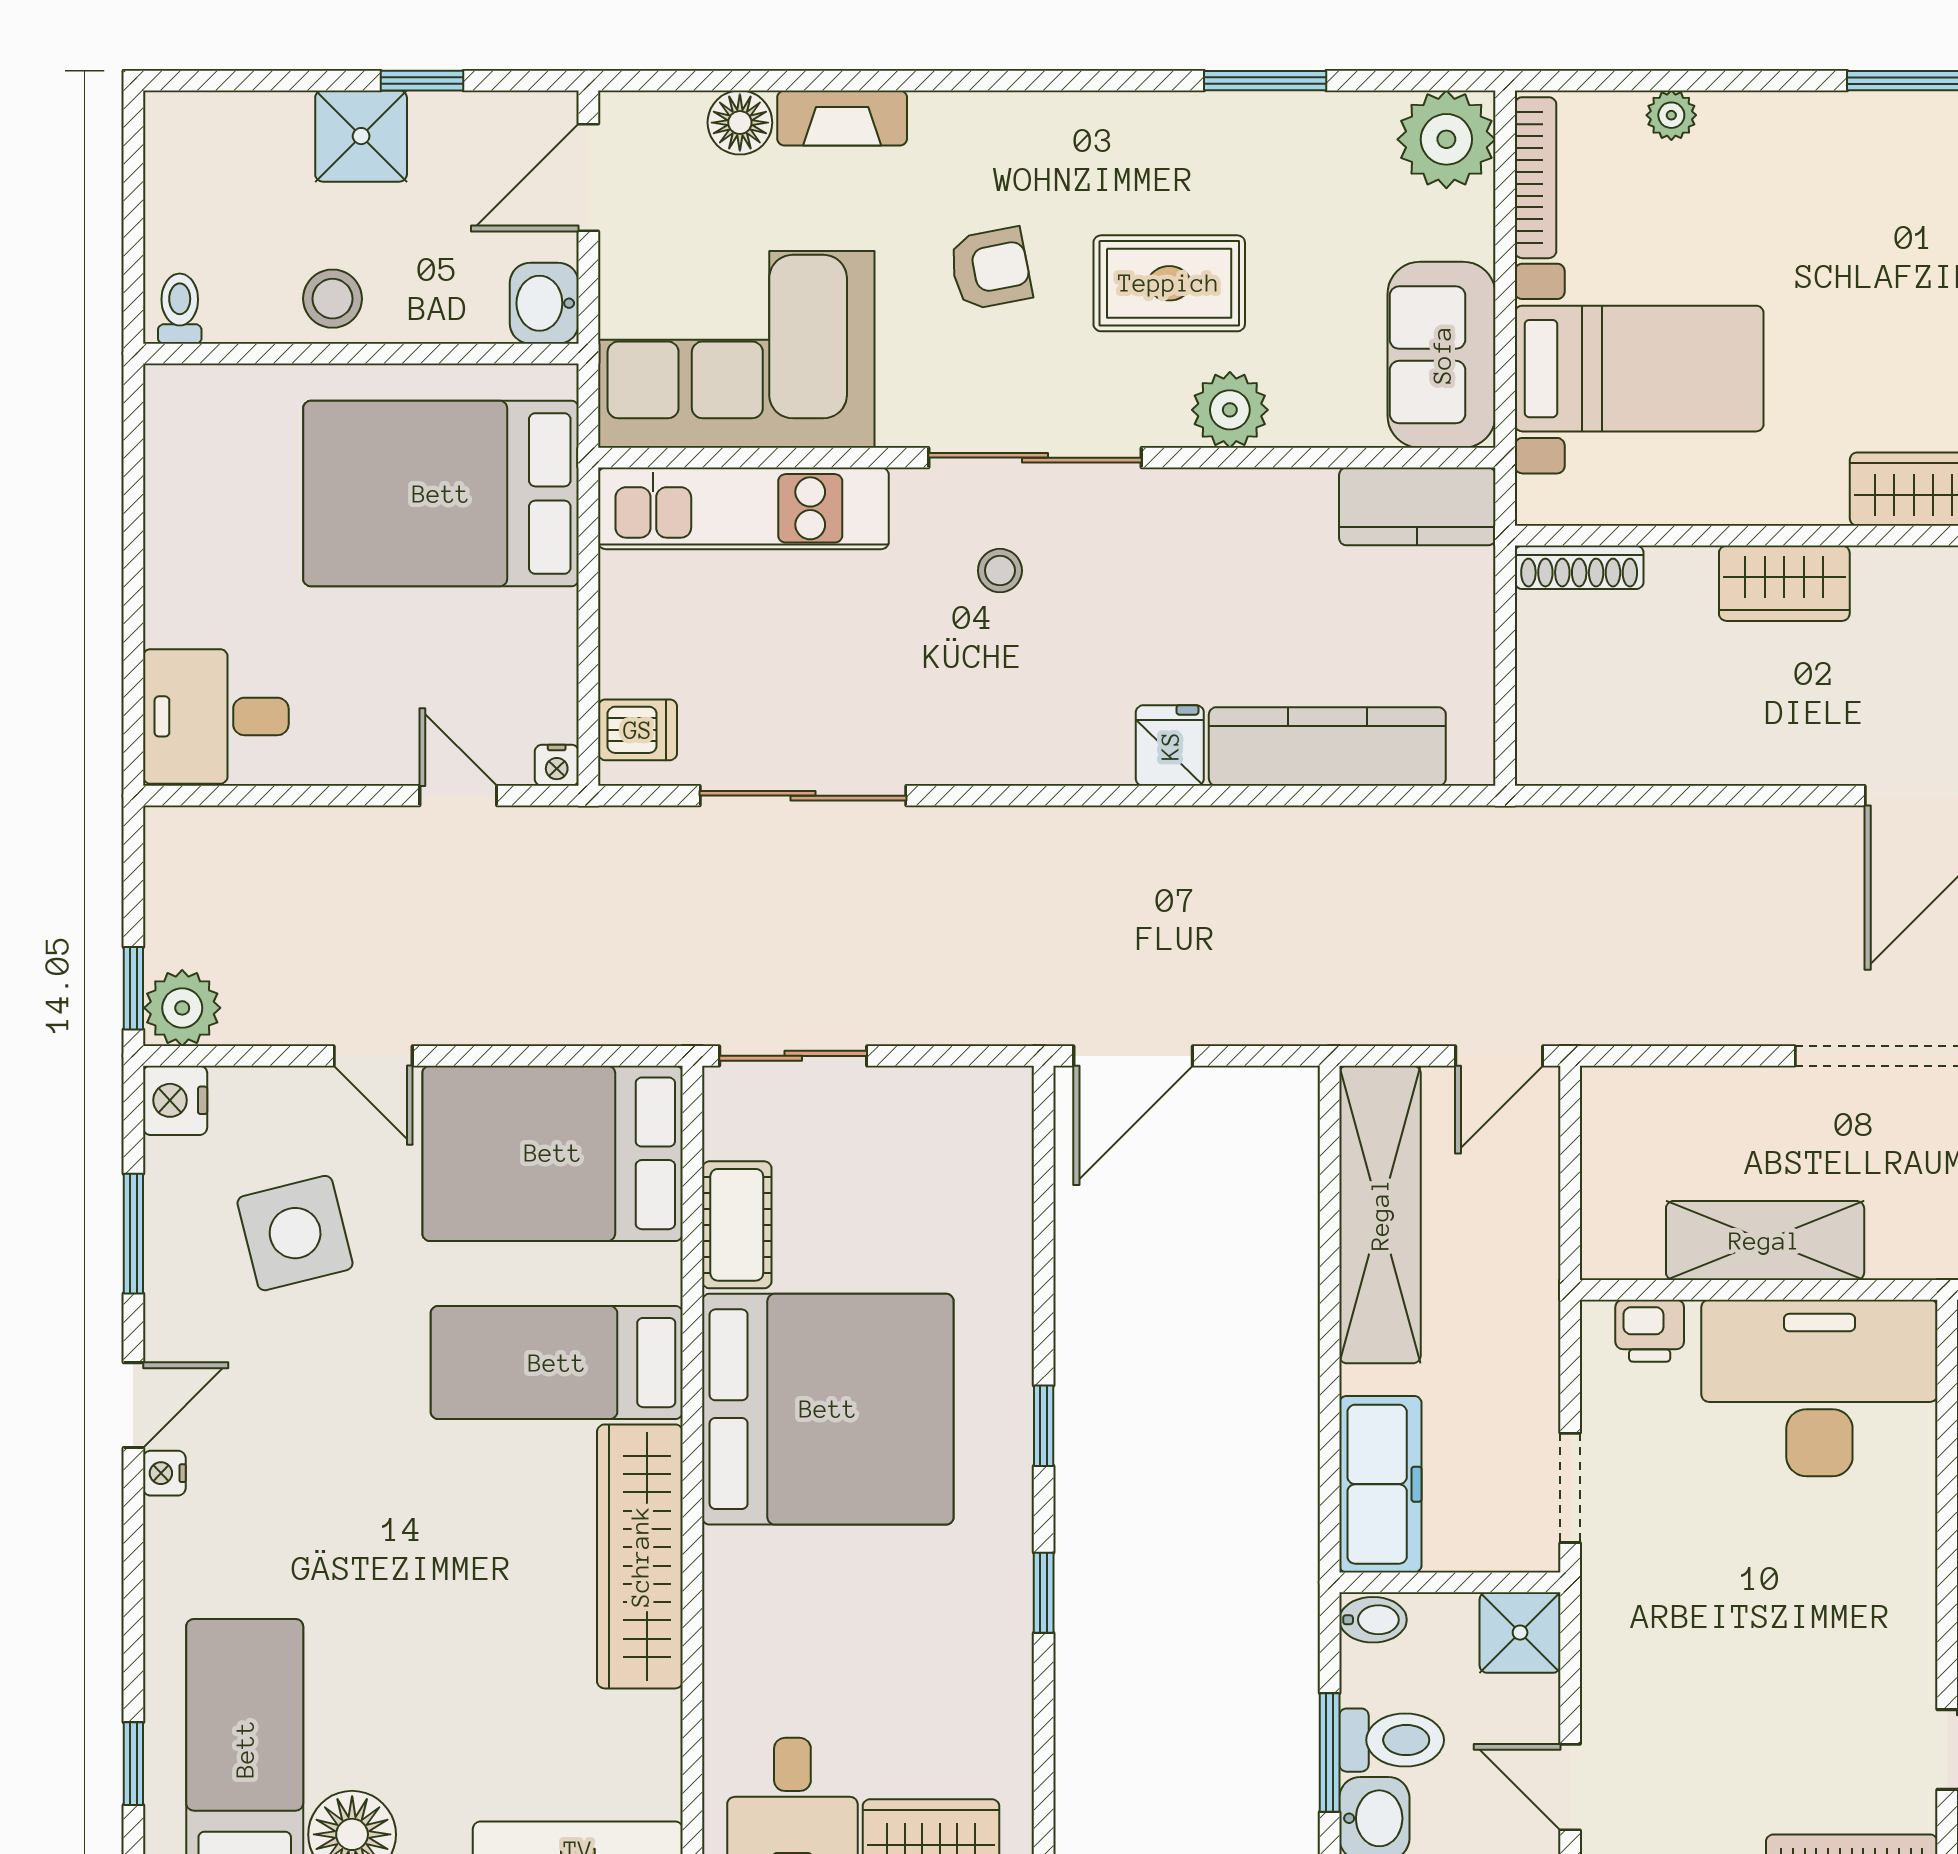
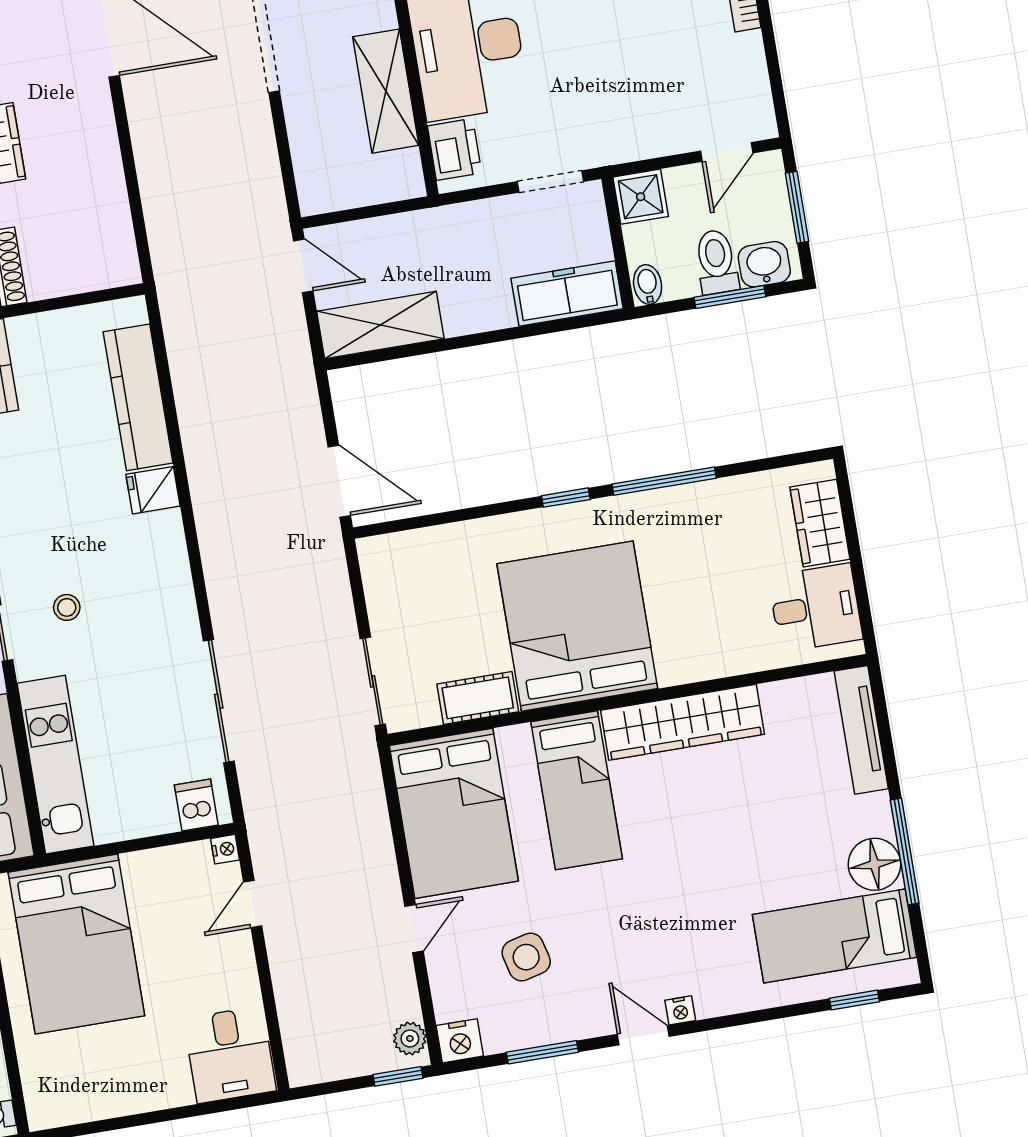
plant: (182, 1008) -> (410, 1039), width x0.73, depth x0.73
shelving: (1380, 1214) -> (380, 325), width x0.68
side table: (295, 1233) -> (526, 957), width x0.73, depth x0.73
printer: (1650, 1331) -> (455, 149), width x1.36, depth x1.24
window: (1044, 1593) -> (664, 481), width x2.17

